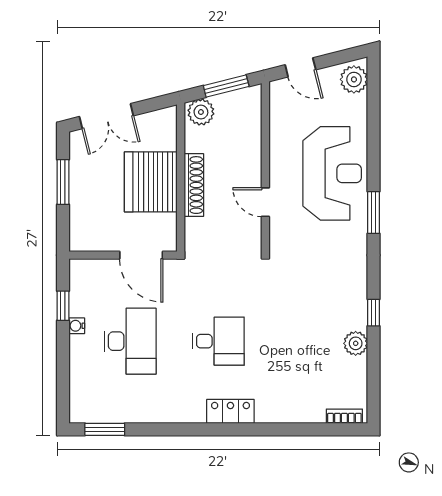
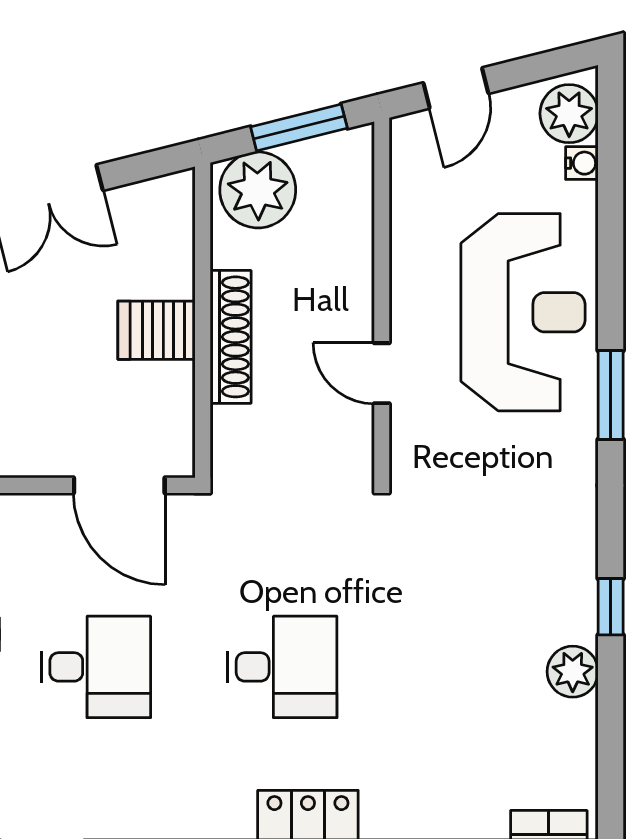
door: (300, 67) -> (456, 88), hinge flipped
water cooler: (360, 103) -> (582, 163), added
plant: (201, 112) -> (258, 190), width x1.36, depth x1.36
server rack: (151, 182) -> (156, 330), width x0.46, depth x0.70
desk: (130, 341) -> (96, 667), width x0.73

